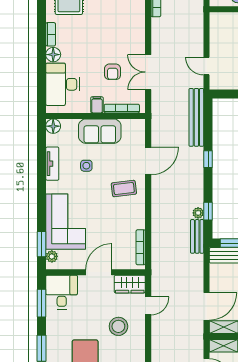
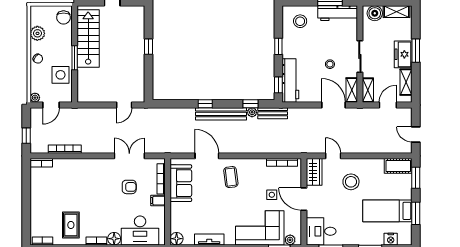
double door: (148, 72) -> (129, 156), swing flipped
bench: (196, 117) -> (221, 114), moved
sofa: (100, 131) -> (181, 183), moved
side table: (86, 166) -> (272, 195), moved

